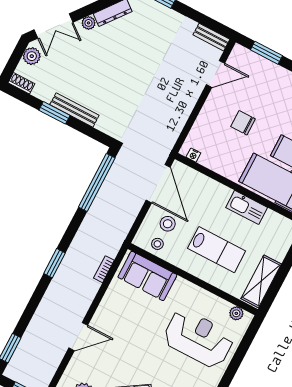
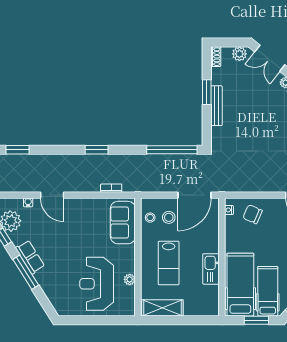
chair: (243, 123) -> (253, 214), moved, turned -66
plant: (236, 313) -> (130, 279), moved
reception desk: (198, 338) -> (97, 284), turned 180
water cooler: (73, 366) -> (28, 202), added

